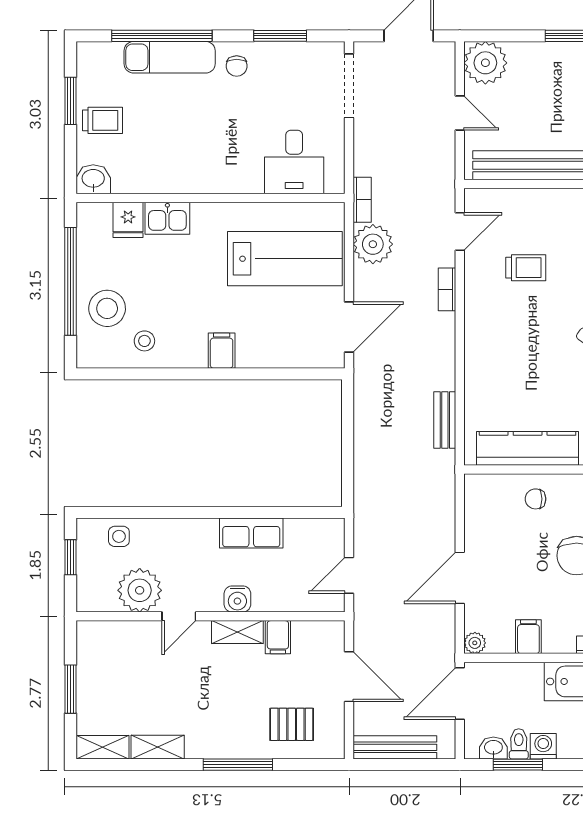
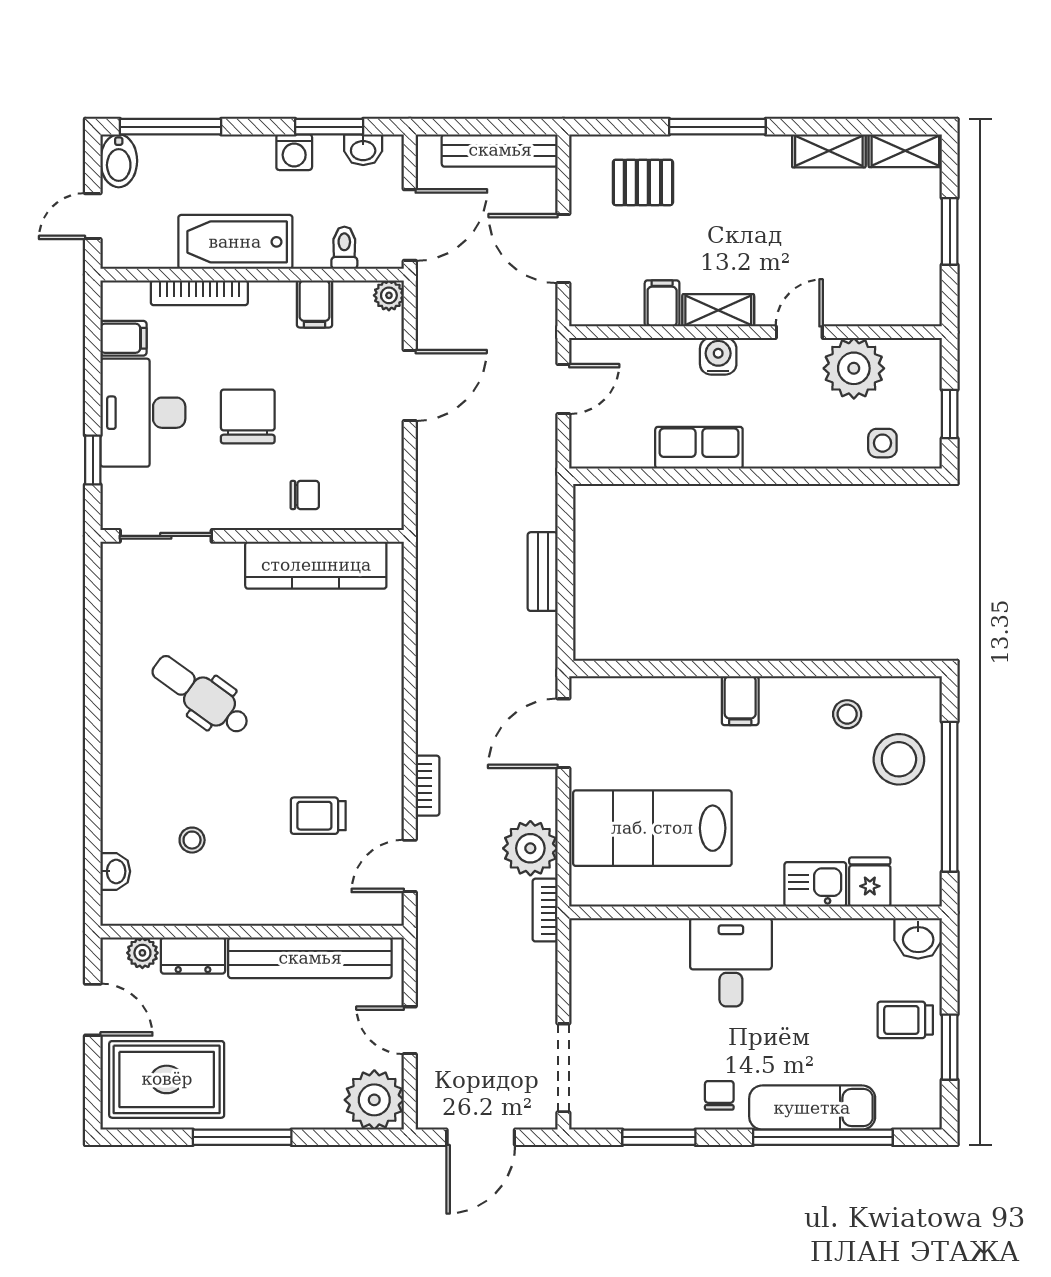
desk: (294, 162) -> (731, 962), moved
bench: (445, 420) -> (543, 572), moved
toilet: (519, 744) -> (344, 248), moved, turned 180

